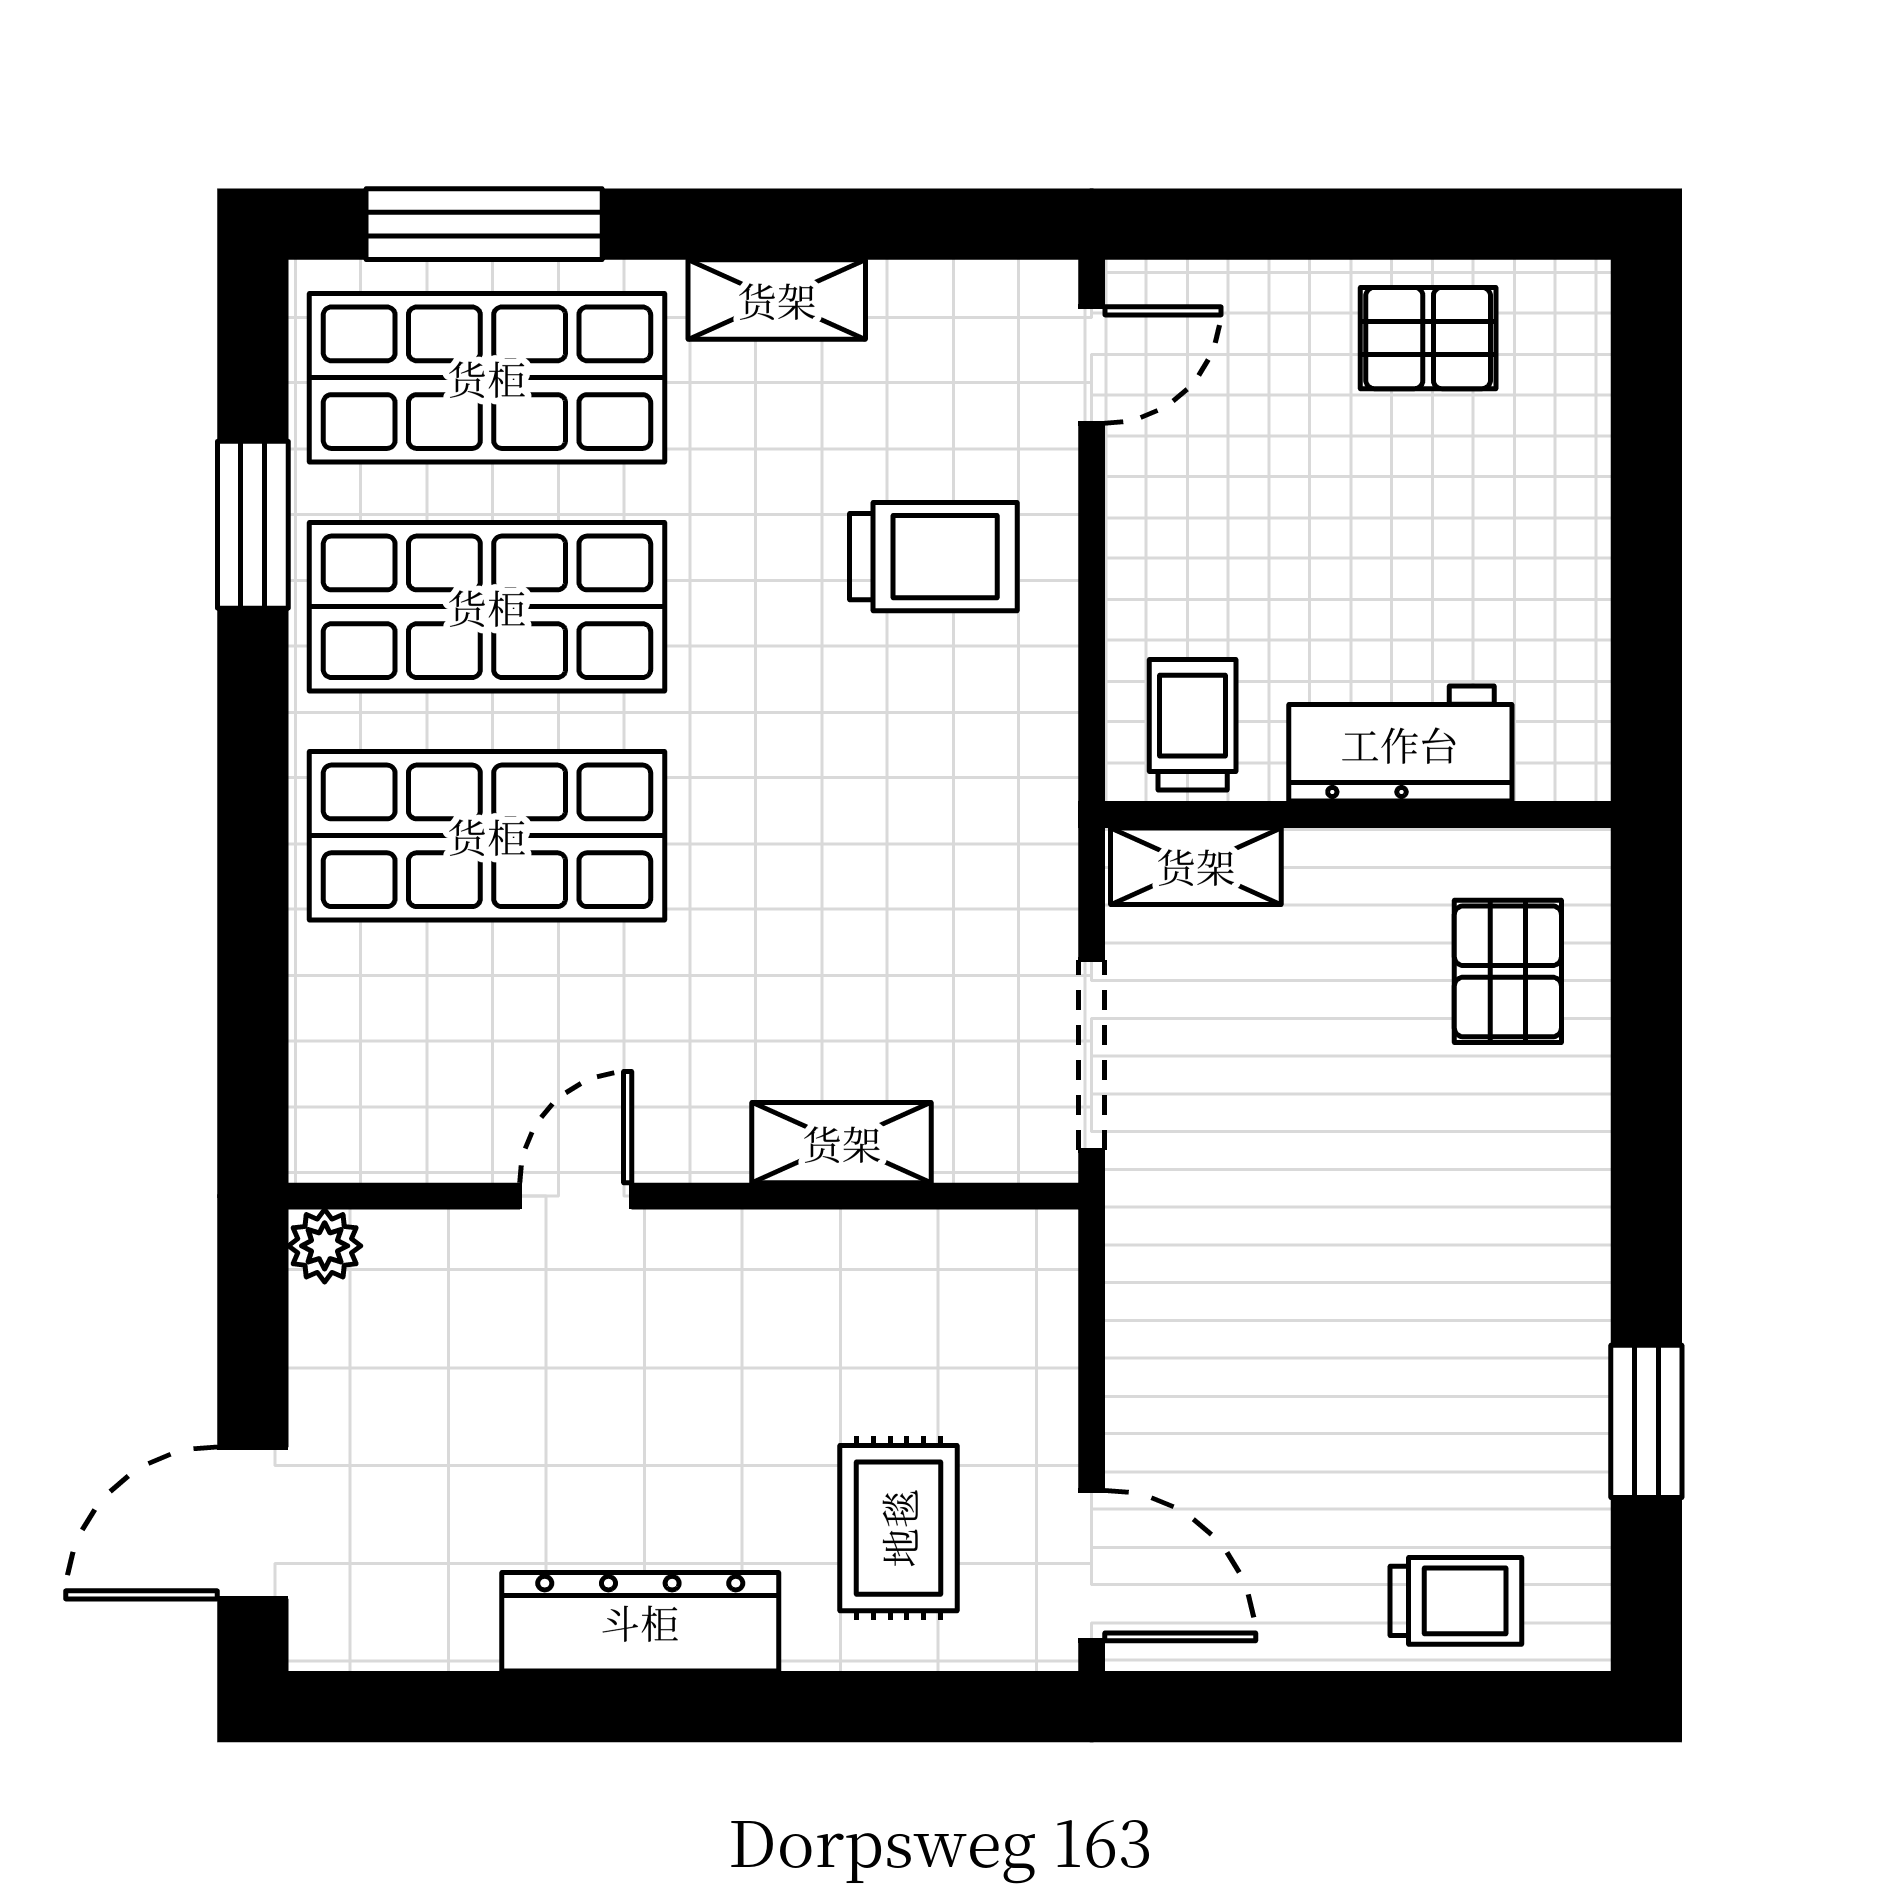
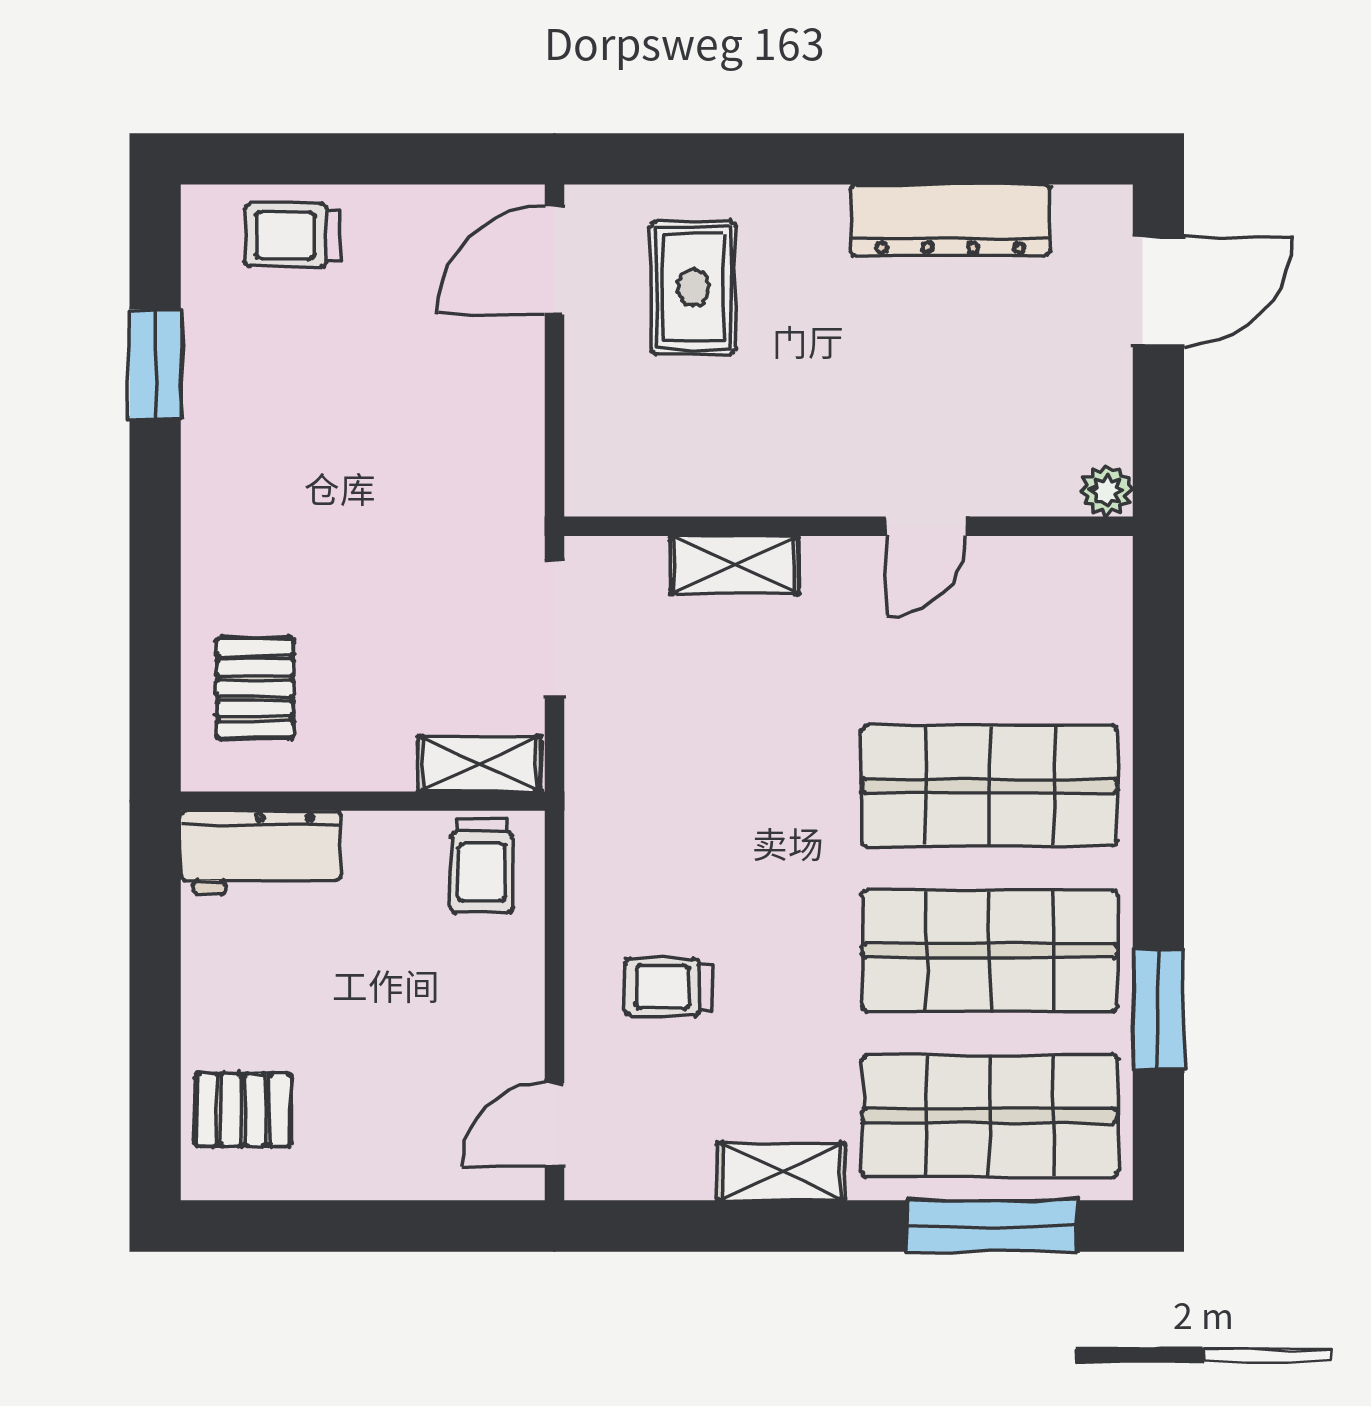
pallet: (1428, 338) -> (243, 1110), moved
trolley: (933, 557) -> (668, 987), width x0.73, depth x0.72
workbench: (1400, 744) -> (261, 852), moved
door: (1092, 1566) -> (554, 260), hinge flipped
dresser: (640, 1622) -> (950, 220), moved

